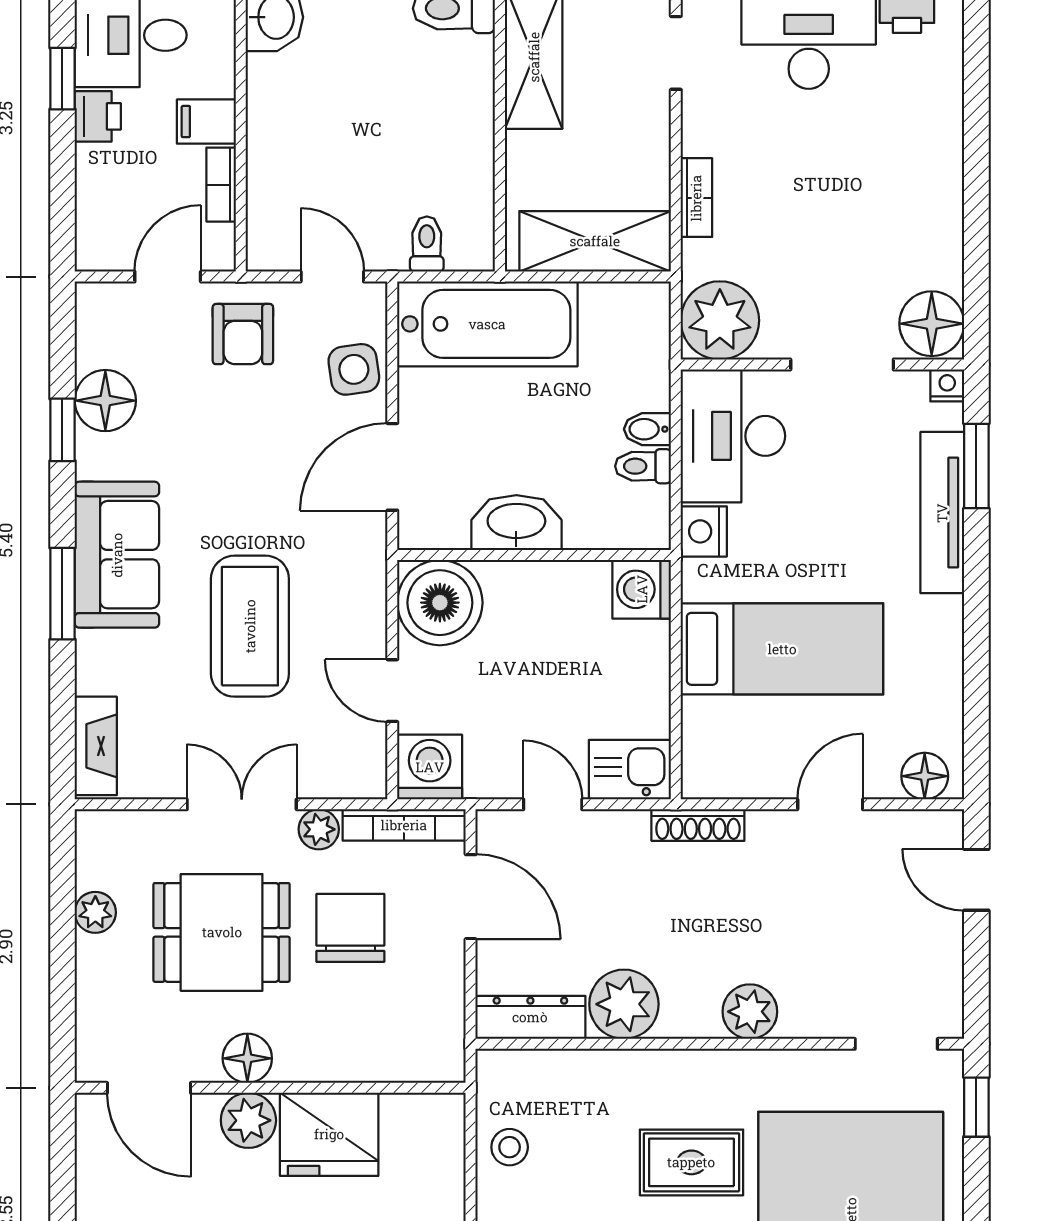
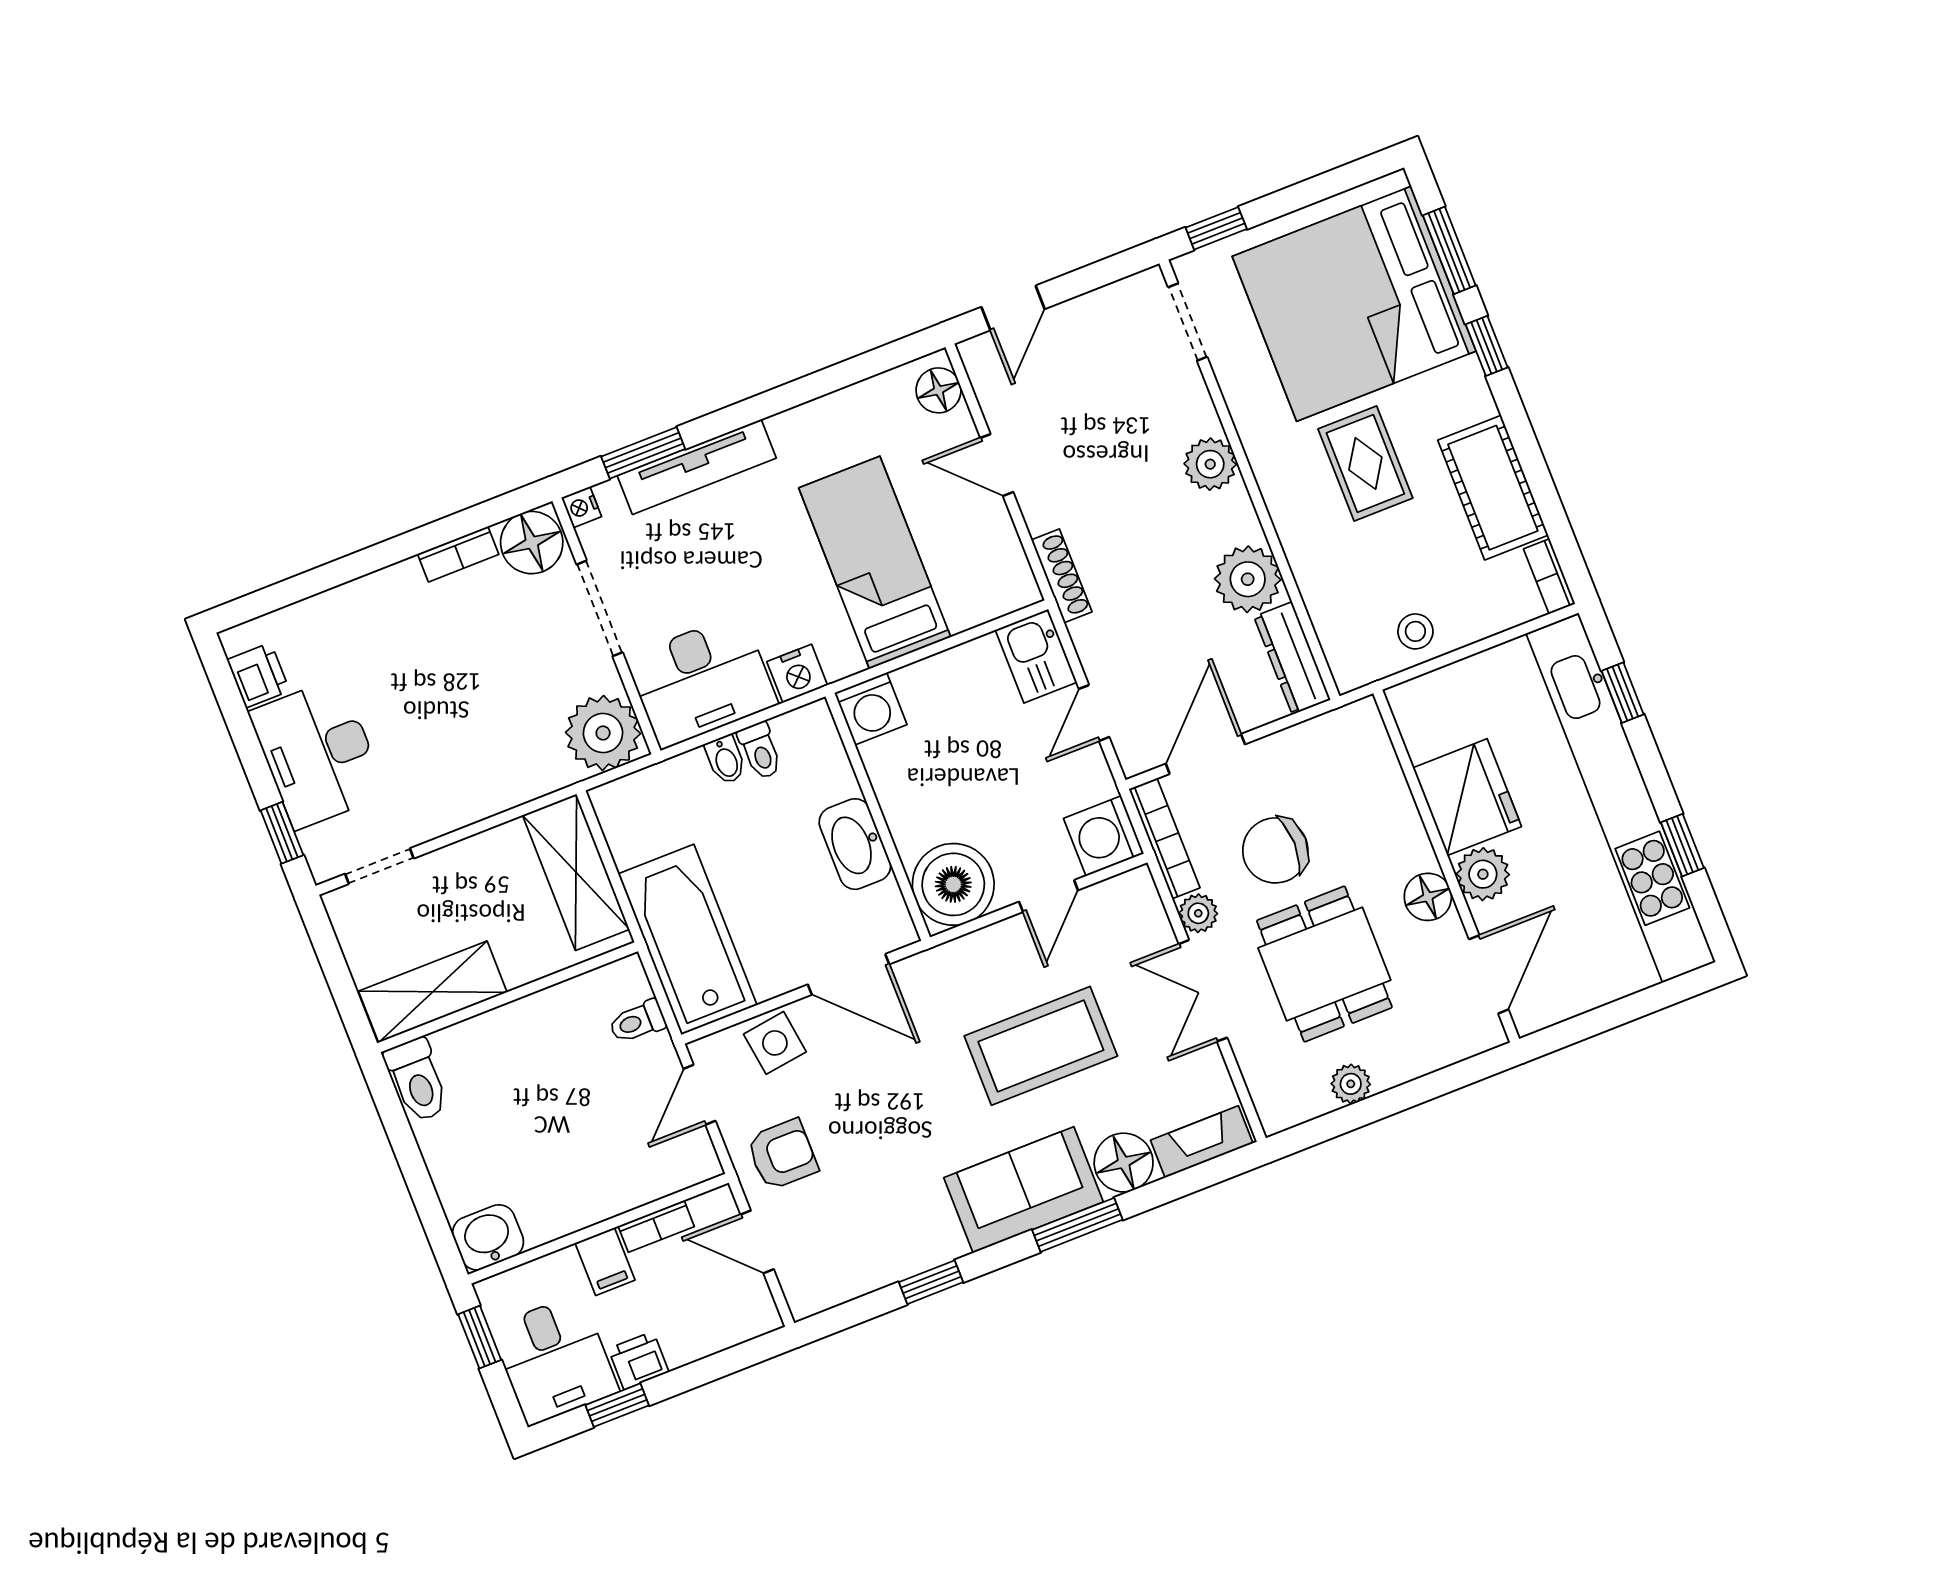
bookcase: (696, 198) -> (458, 554), moved, turned 180
floor lamp: (105, 401) -> (1124, 1163), moved

